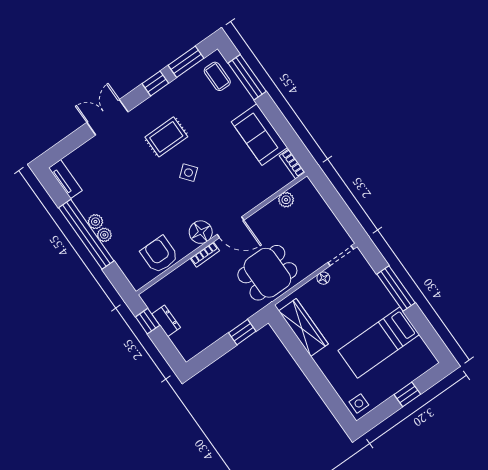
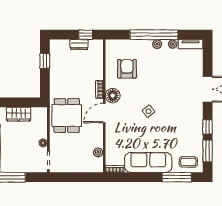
sofa: (259, 135) -> (148, 162), width x1.36
rug: (166, 137) -> (175, 113), removed
plant: (104, 235) -> (173, 44), moved
armchair: (159, 255) -> (127, 69), moved, turned -90
wardrobe: (303, 328) -> (19, 114), width x0.67
window: (242, 332) -> (45, 61), moved

